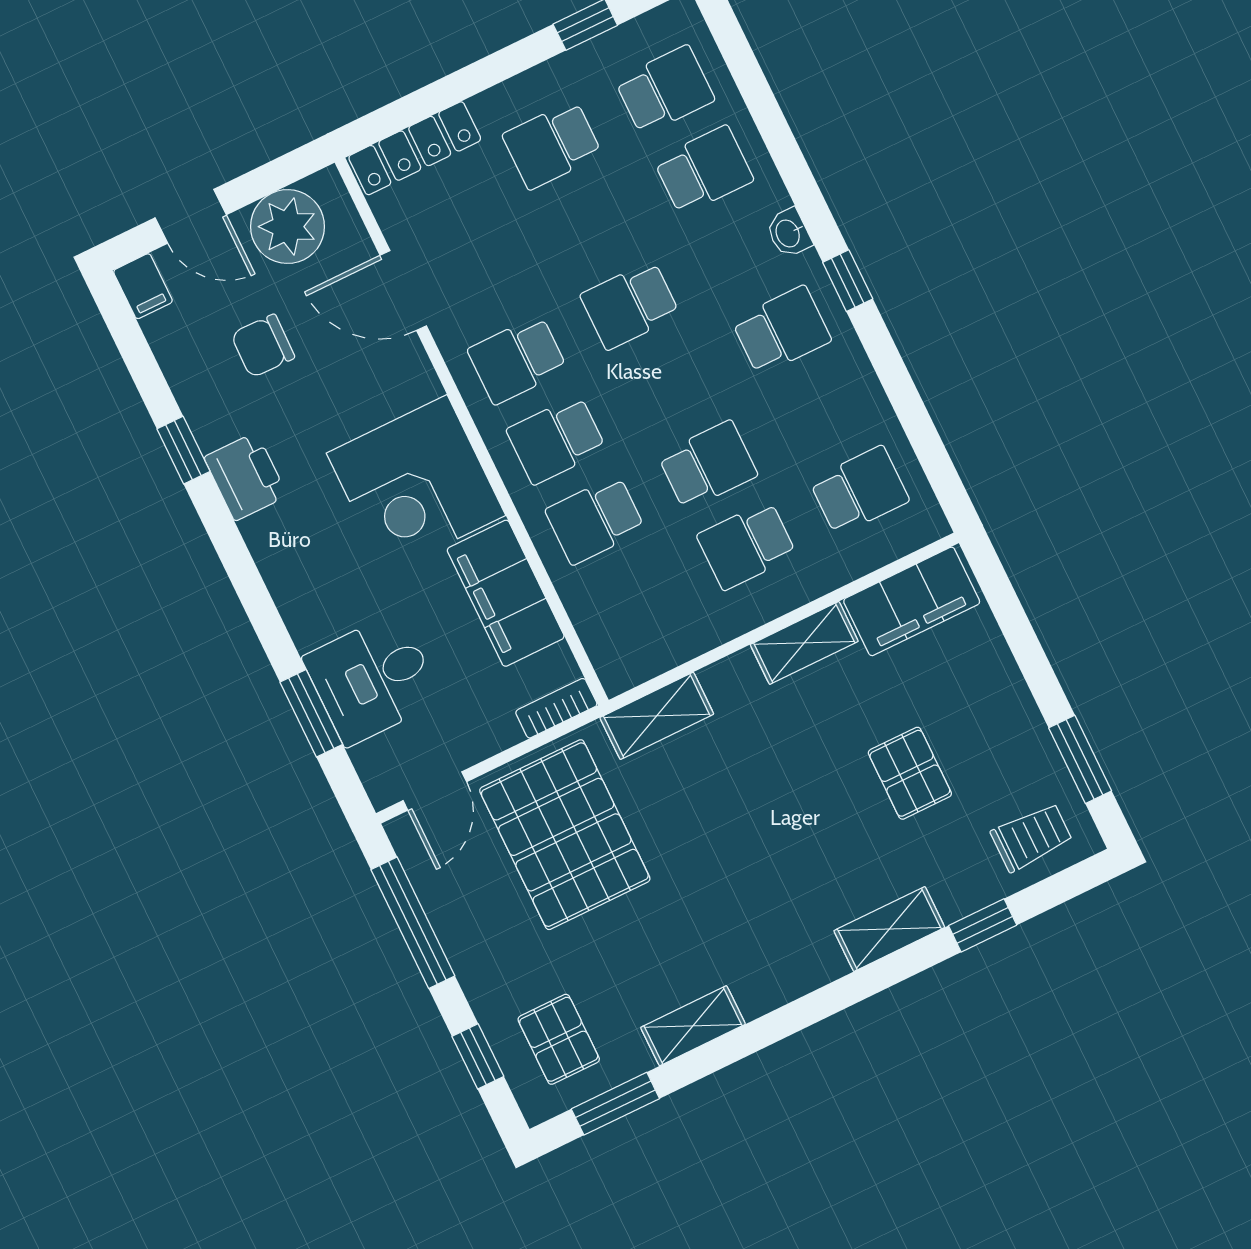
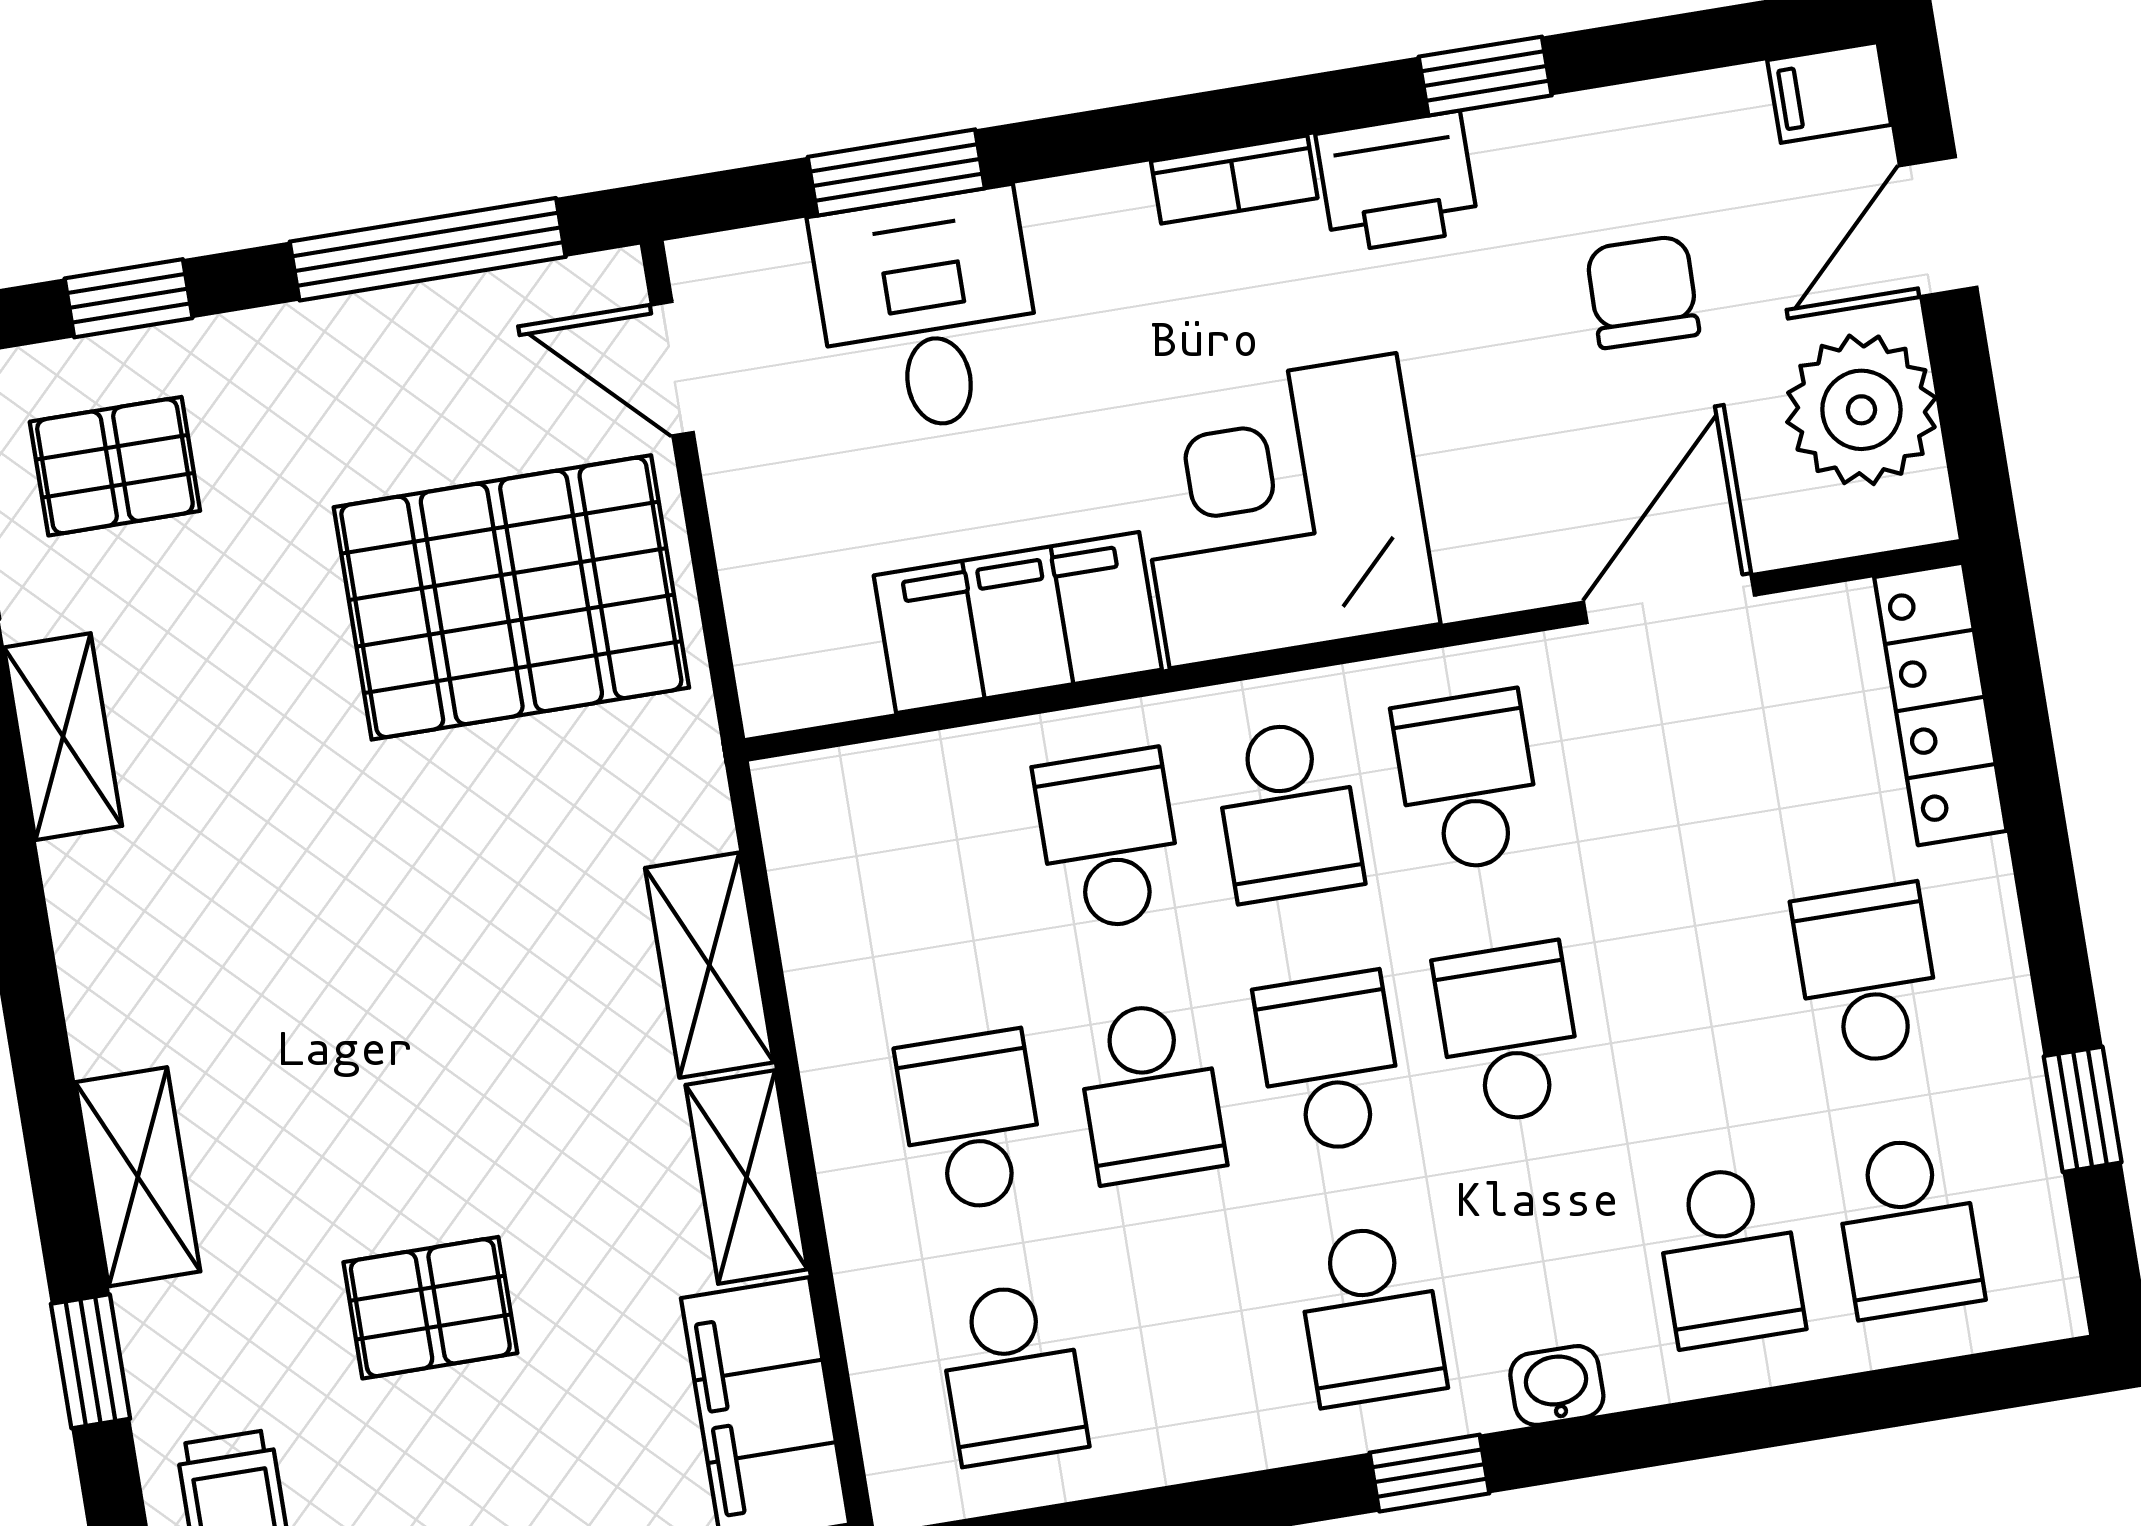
school desk: (669, 385) -> (1329, 1063), added
school desk: (556, 440) -> (1288, 811), turned 180
bookcase: (556, 708) -> (1234, 180), moved, turned 90
shelving: (657, 716) -> (709, 965), moved

